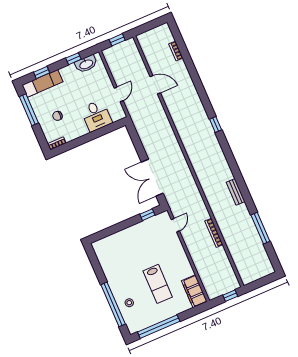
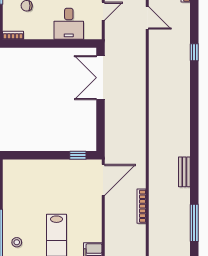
window: (216, 124) -> (194, 52), moved
double door: (152, 178) -> (100, 78), moved
door: (175, 225) -> (103, 180), width x1.88

